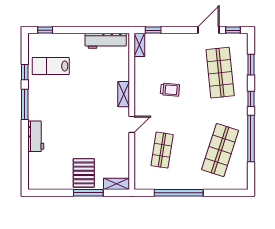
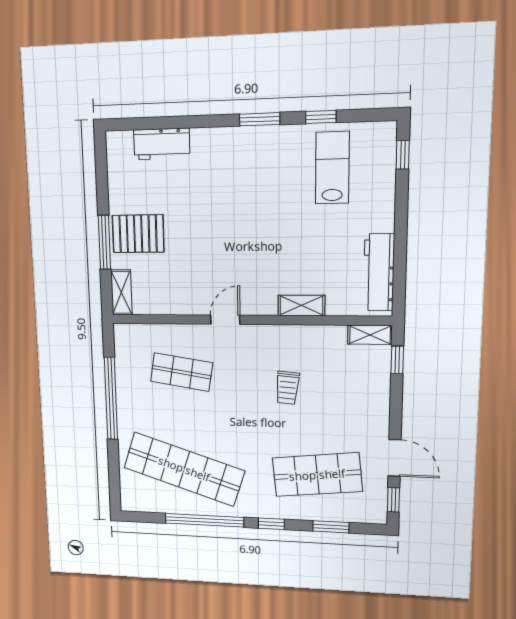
shelving: (124, 94) -> (301, 305), moved
window: (25, 104) -> (260, 119), width x0.69
door: (132, 124) -> (225, 320), swing flipped
workbench: (36, 136) -> (162, 144), moved
shop shelf: (220, 150) -> (184, 469), width x1.40

